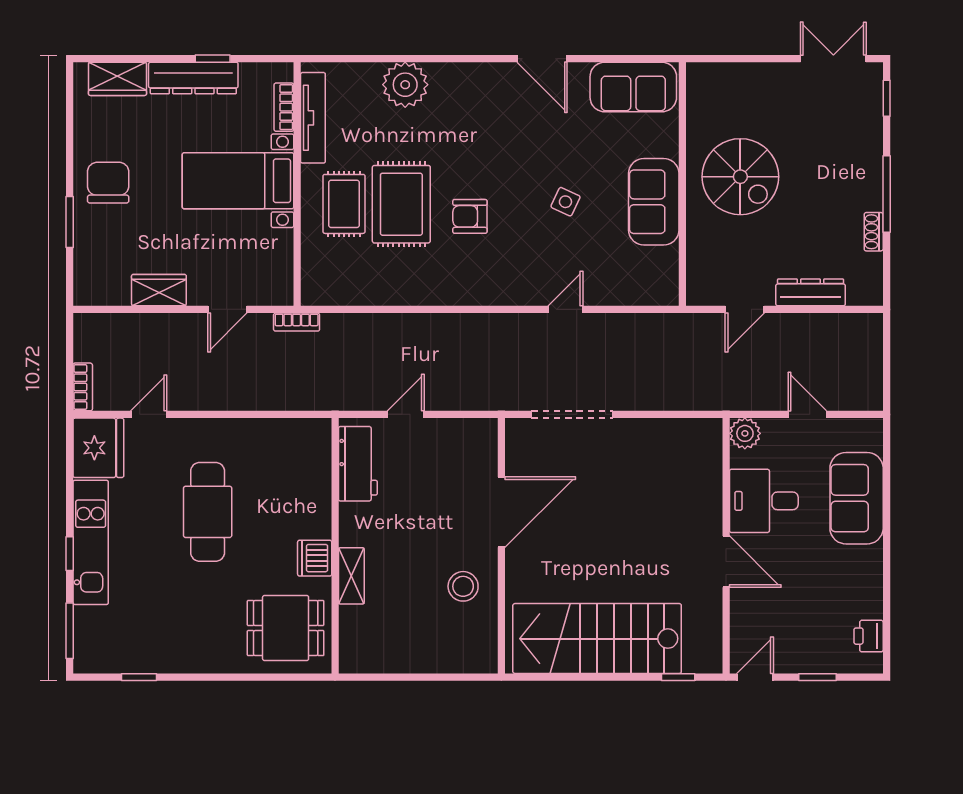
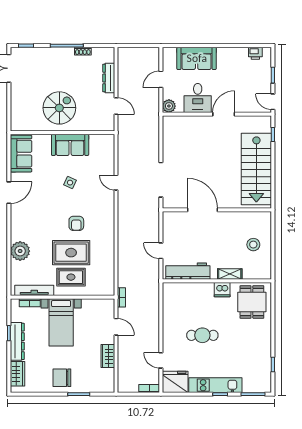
workbench: (358, 464) -> (188, 271), width x1.37
cafe table: (208, 512) -> (202, 335), width x0.73, depth x0.74
stool: (463, 586) -> (253, 245), moved

